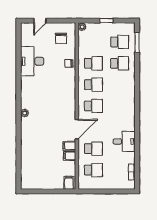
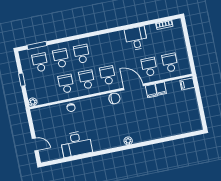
chair: (61, 38) -> (114, 98), moved
school desk: (120, 85) -> (82, 54), added

